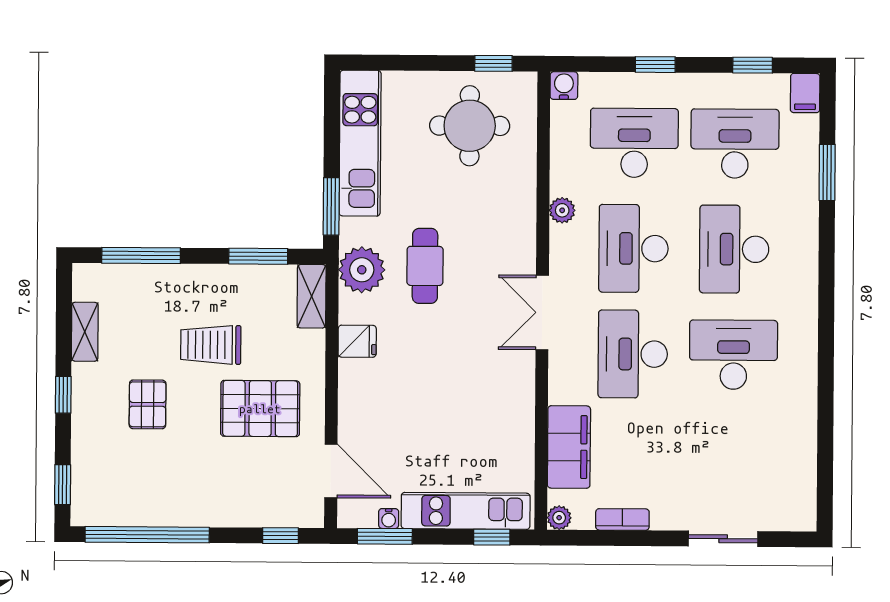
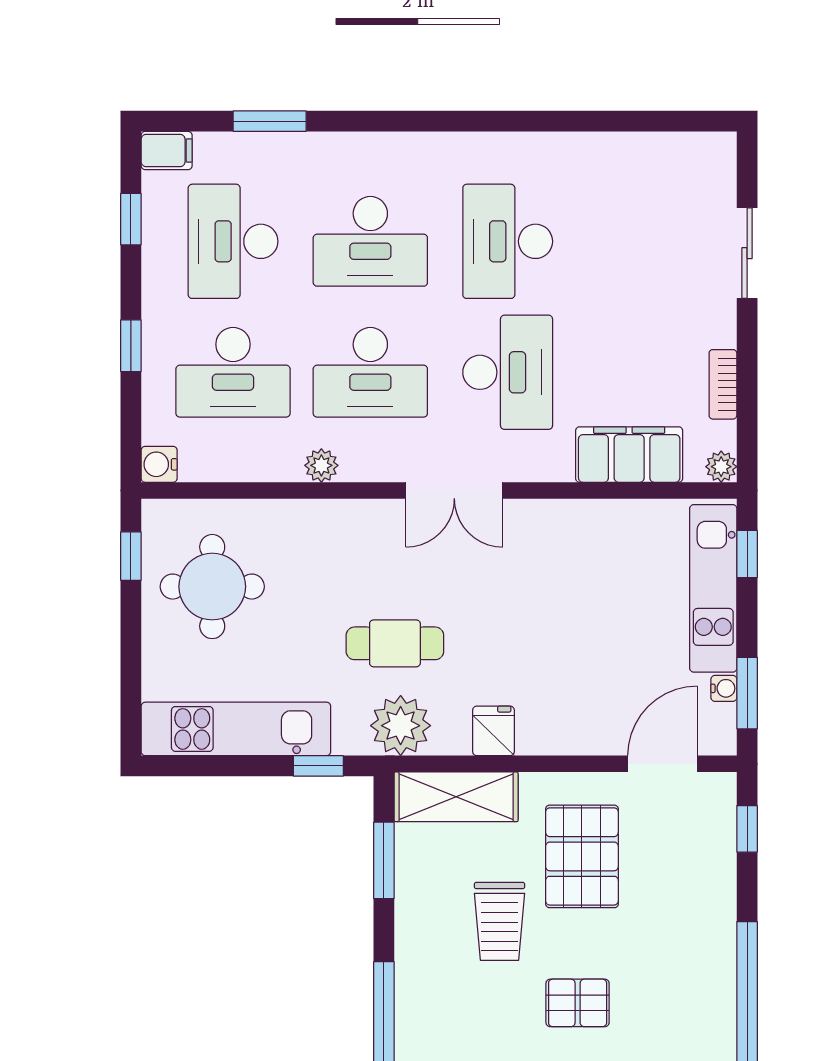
desk: (634, 143) -> (233, 372), turned -90
window: (331, 206) -> (318, 766), width x0.67
shelving: (312, 296) -> (456, 797), width x1.50, depth x1.33
desk: (633, 354) -> (508, 372), turned -90

